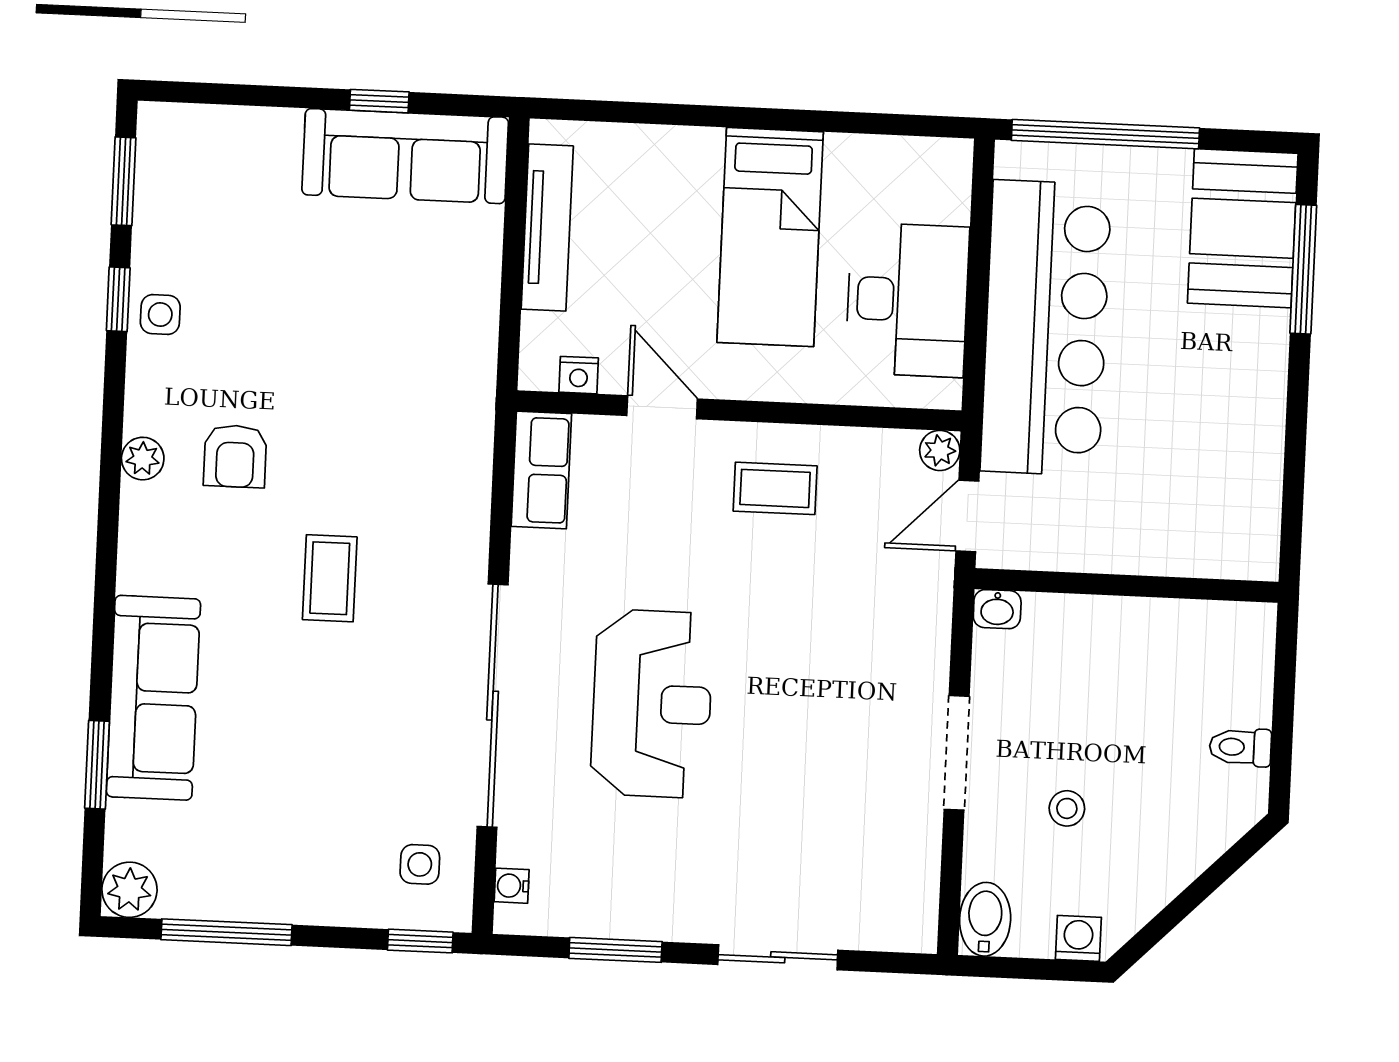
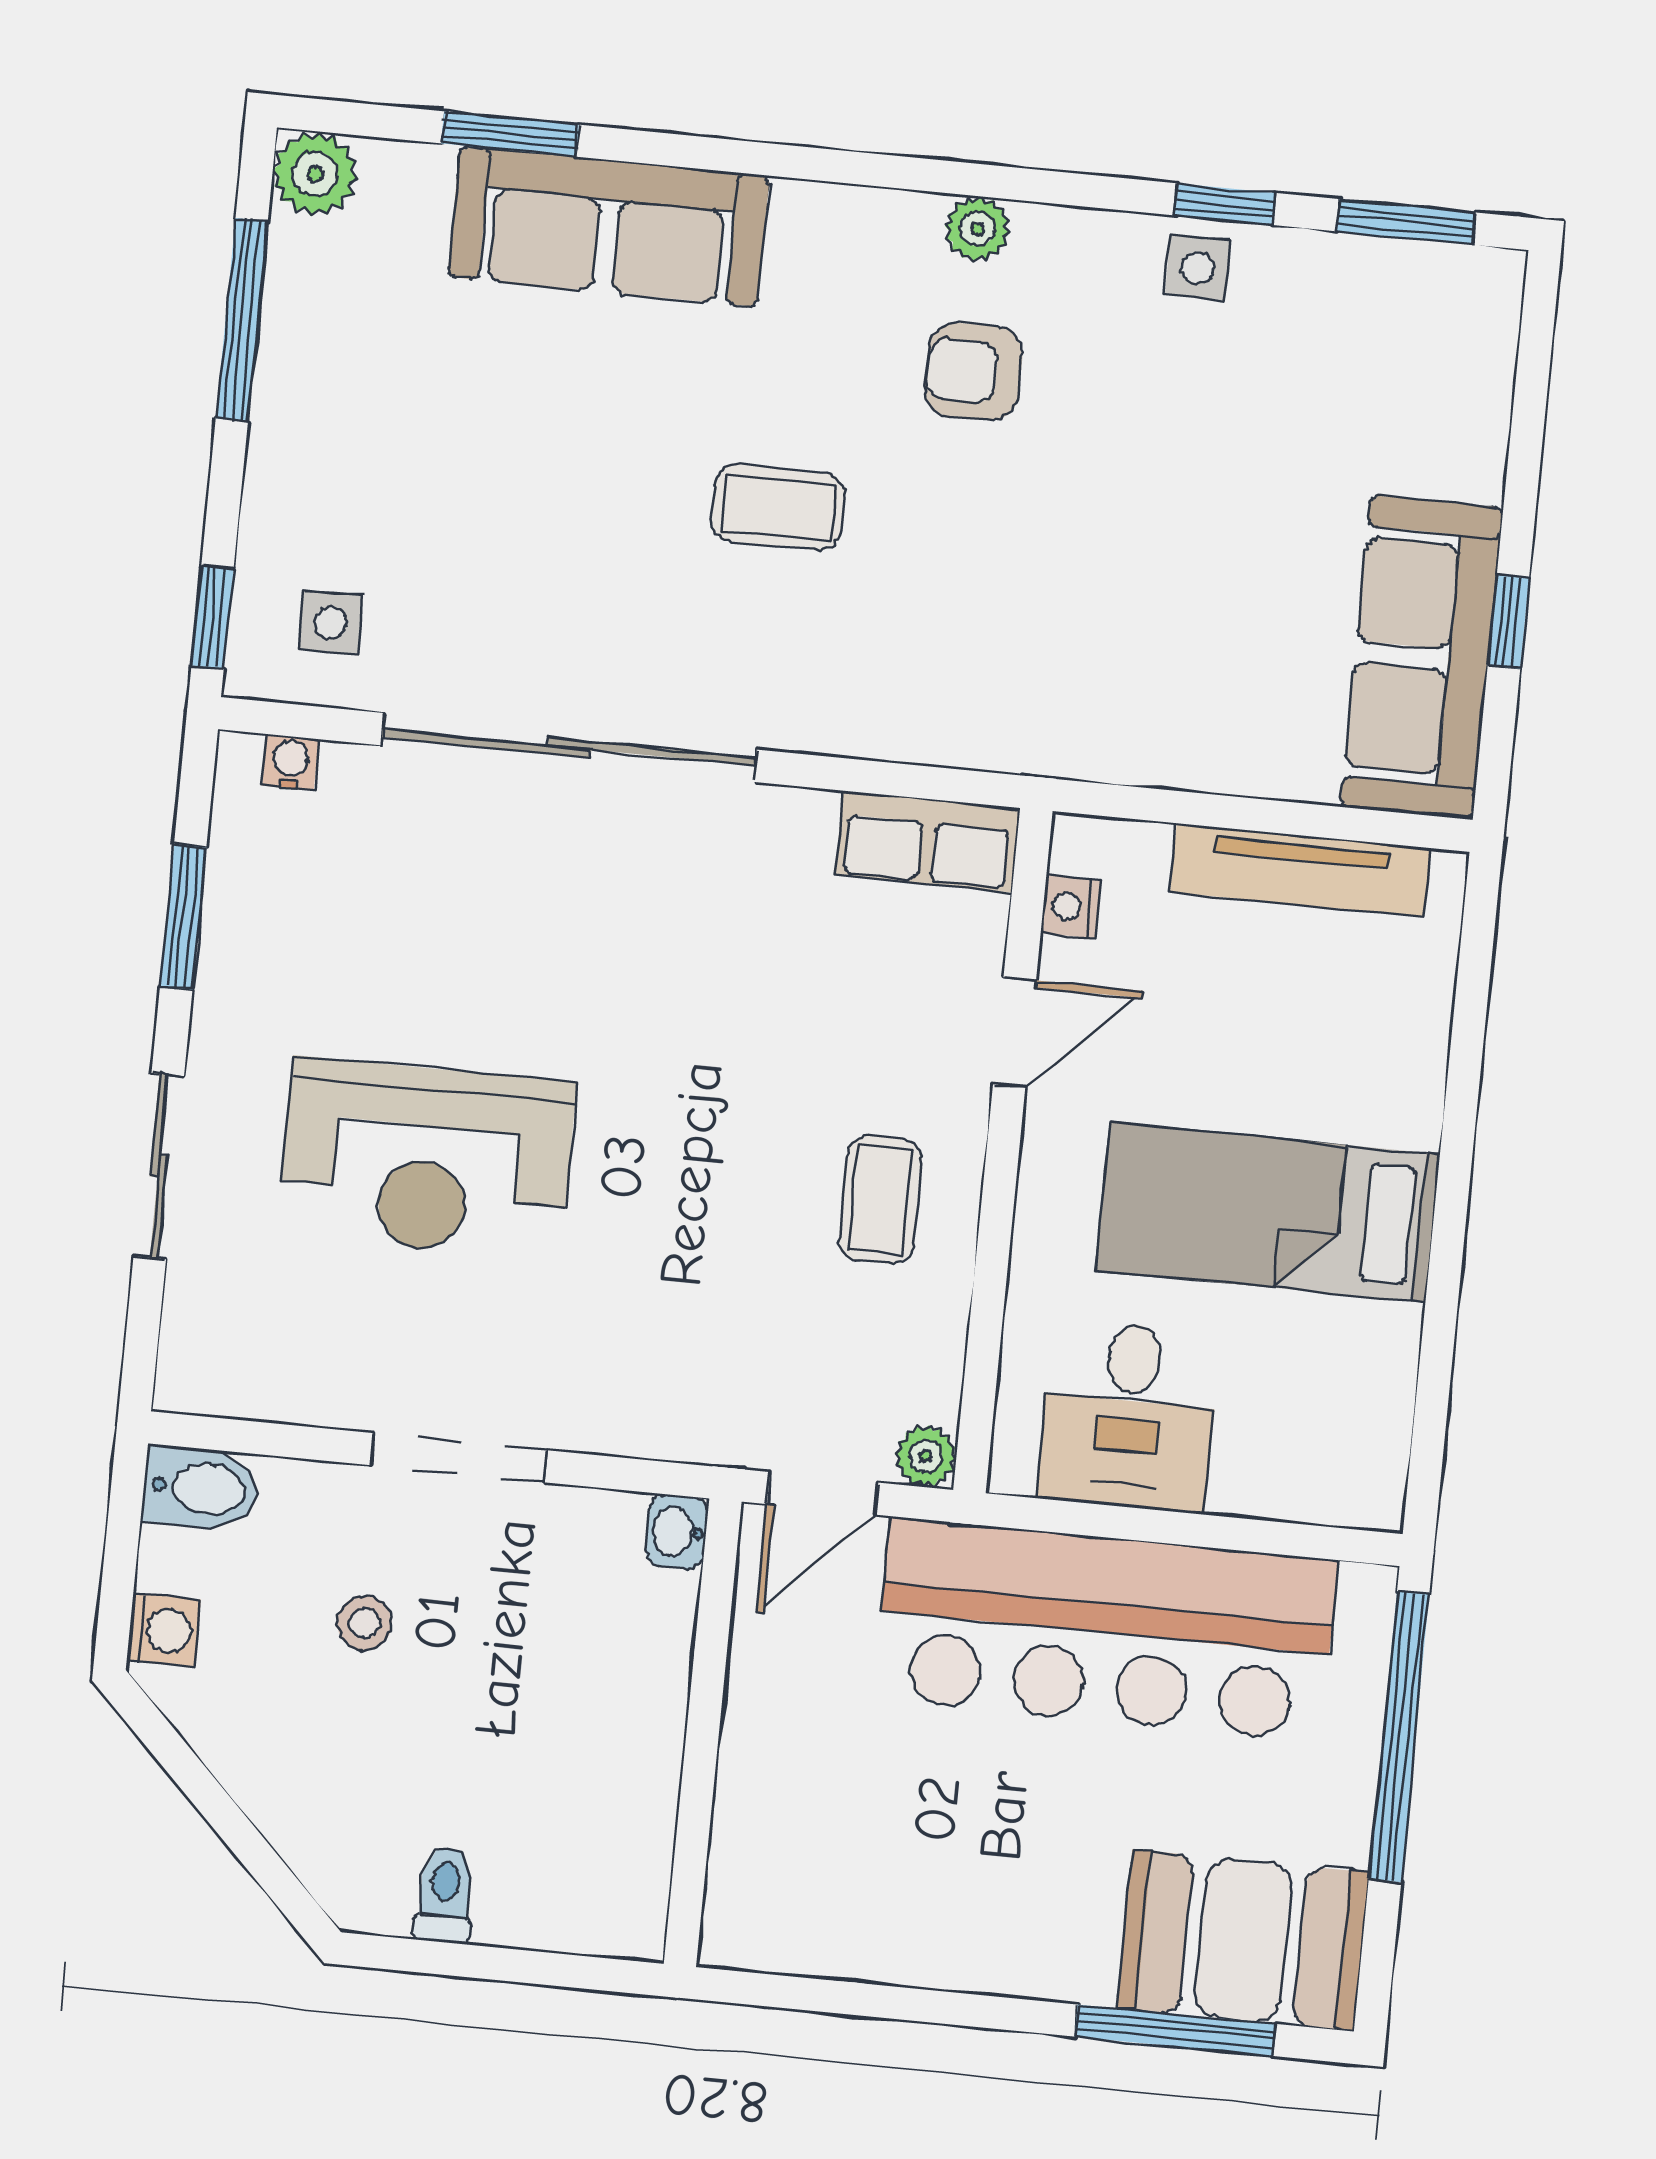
desk: (907, 300) -> (1129, 1415), width x0.73
door: (967, 516) -> (823, 1493), swing flipped
reception desk: (652, 704) -> (426, 1158), moved

